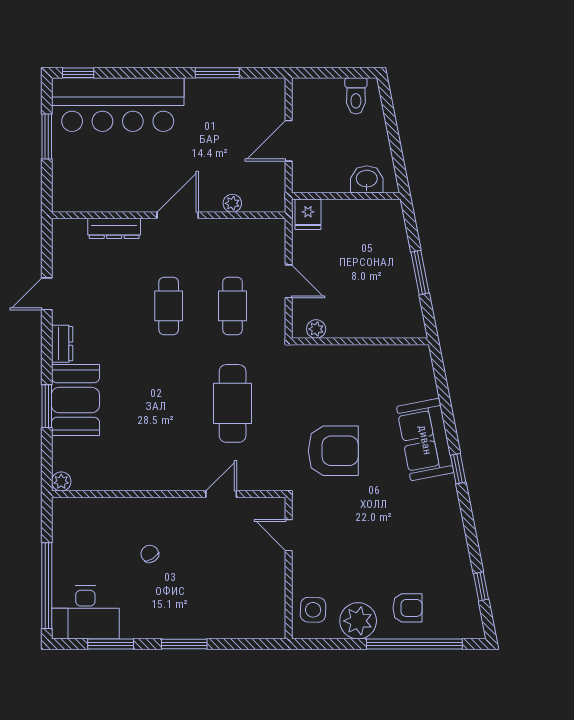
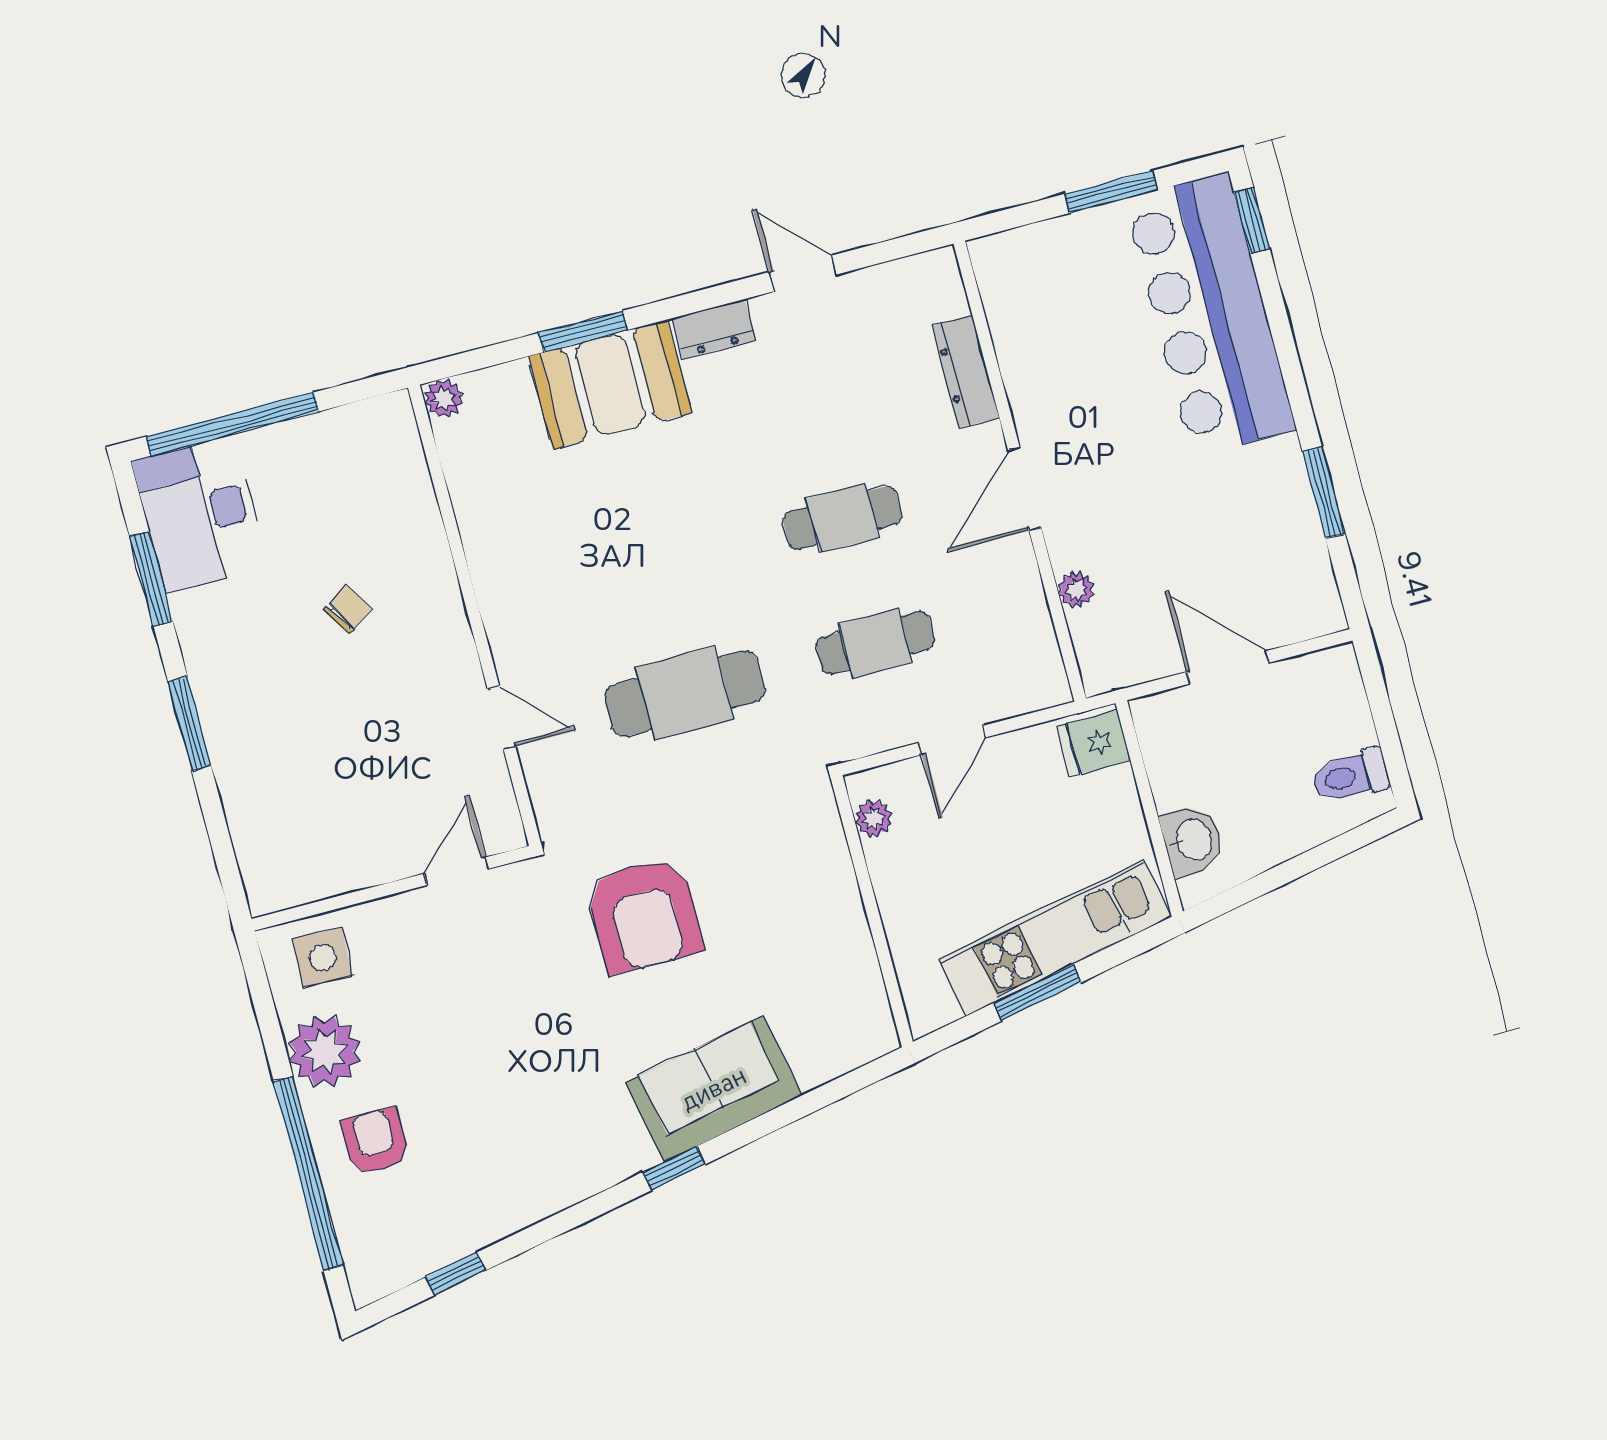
door: (178, 215) -> (1024, 489), swing flipped
kitchen unit: (396, 257) -> (1055, 938), added
armchair: (407, 608) -> (375, 1141), turned 180

